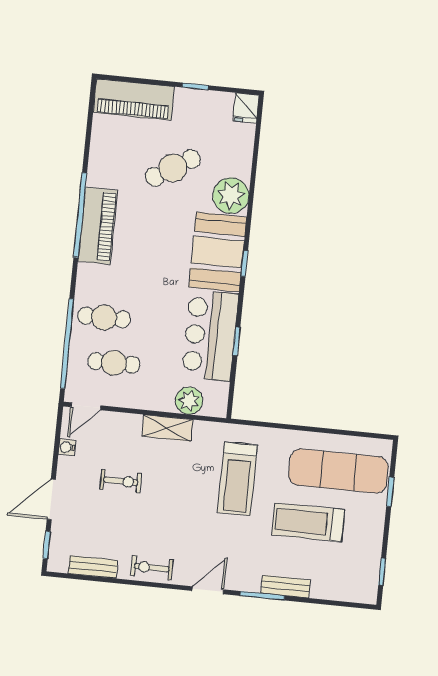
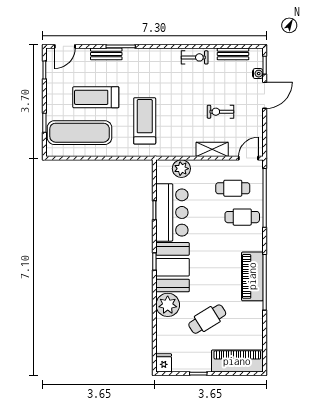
shelving: (167, 428) -> (212, 149), moved
water cooler: (67, 447) -> (258, 74), moved
treadmill: (308, 522) -> (96, 97), turned 180
door: (208, 590) -> (65, 46), moved

